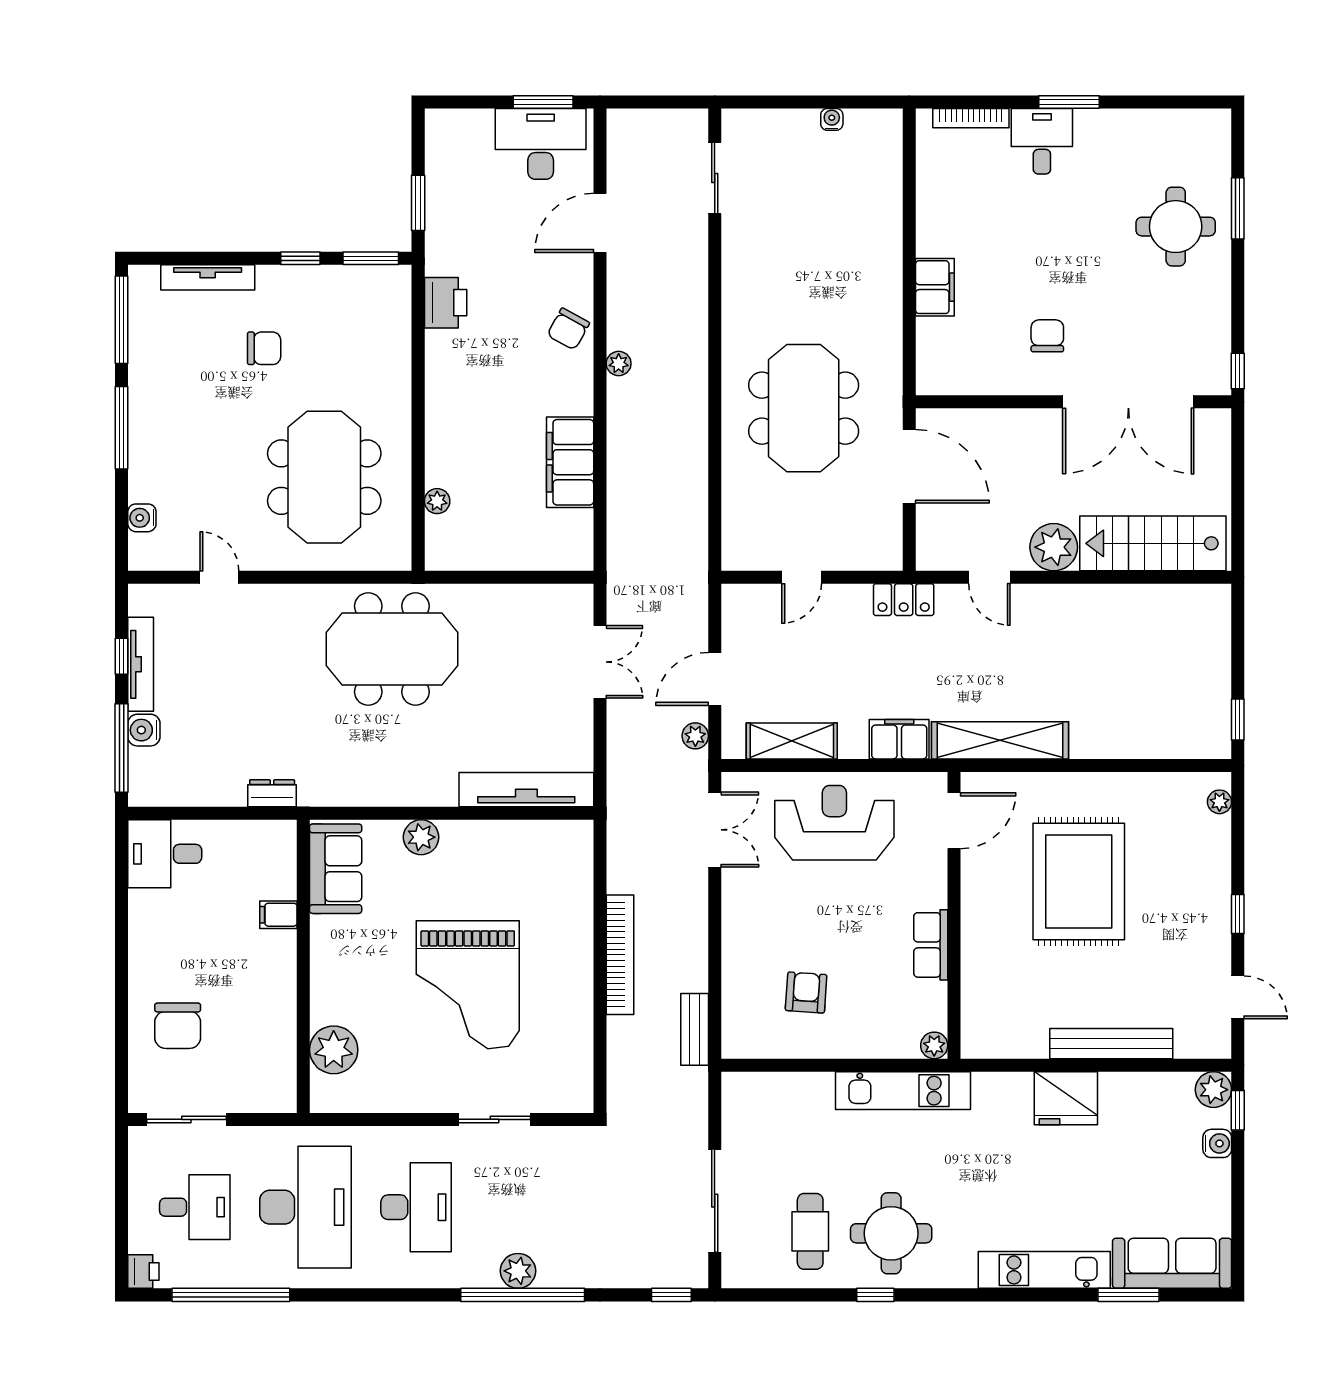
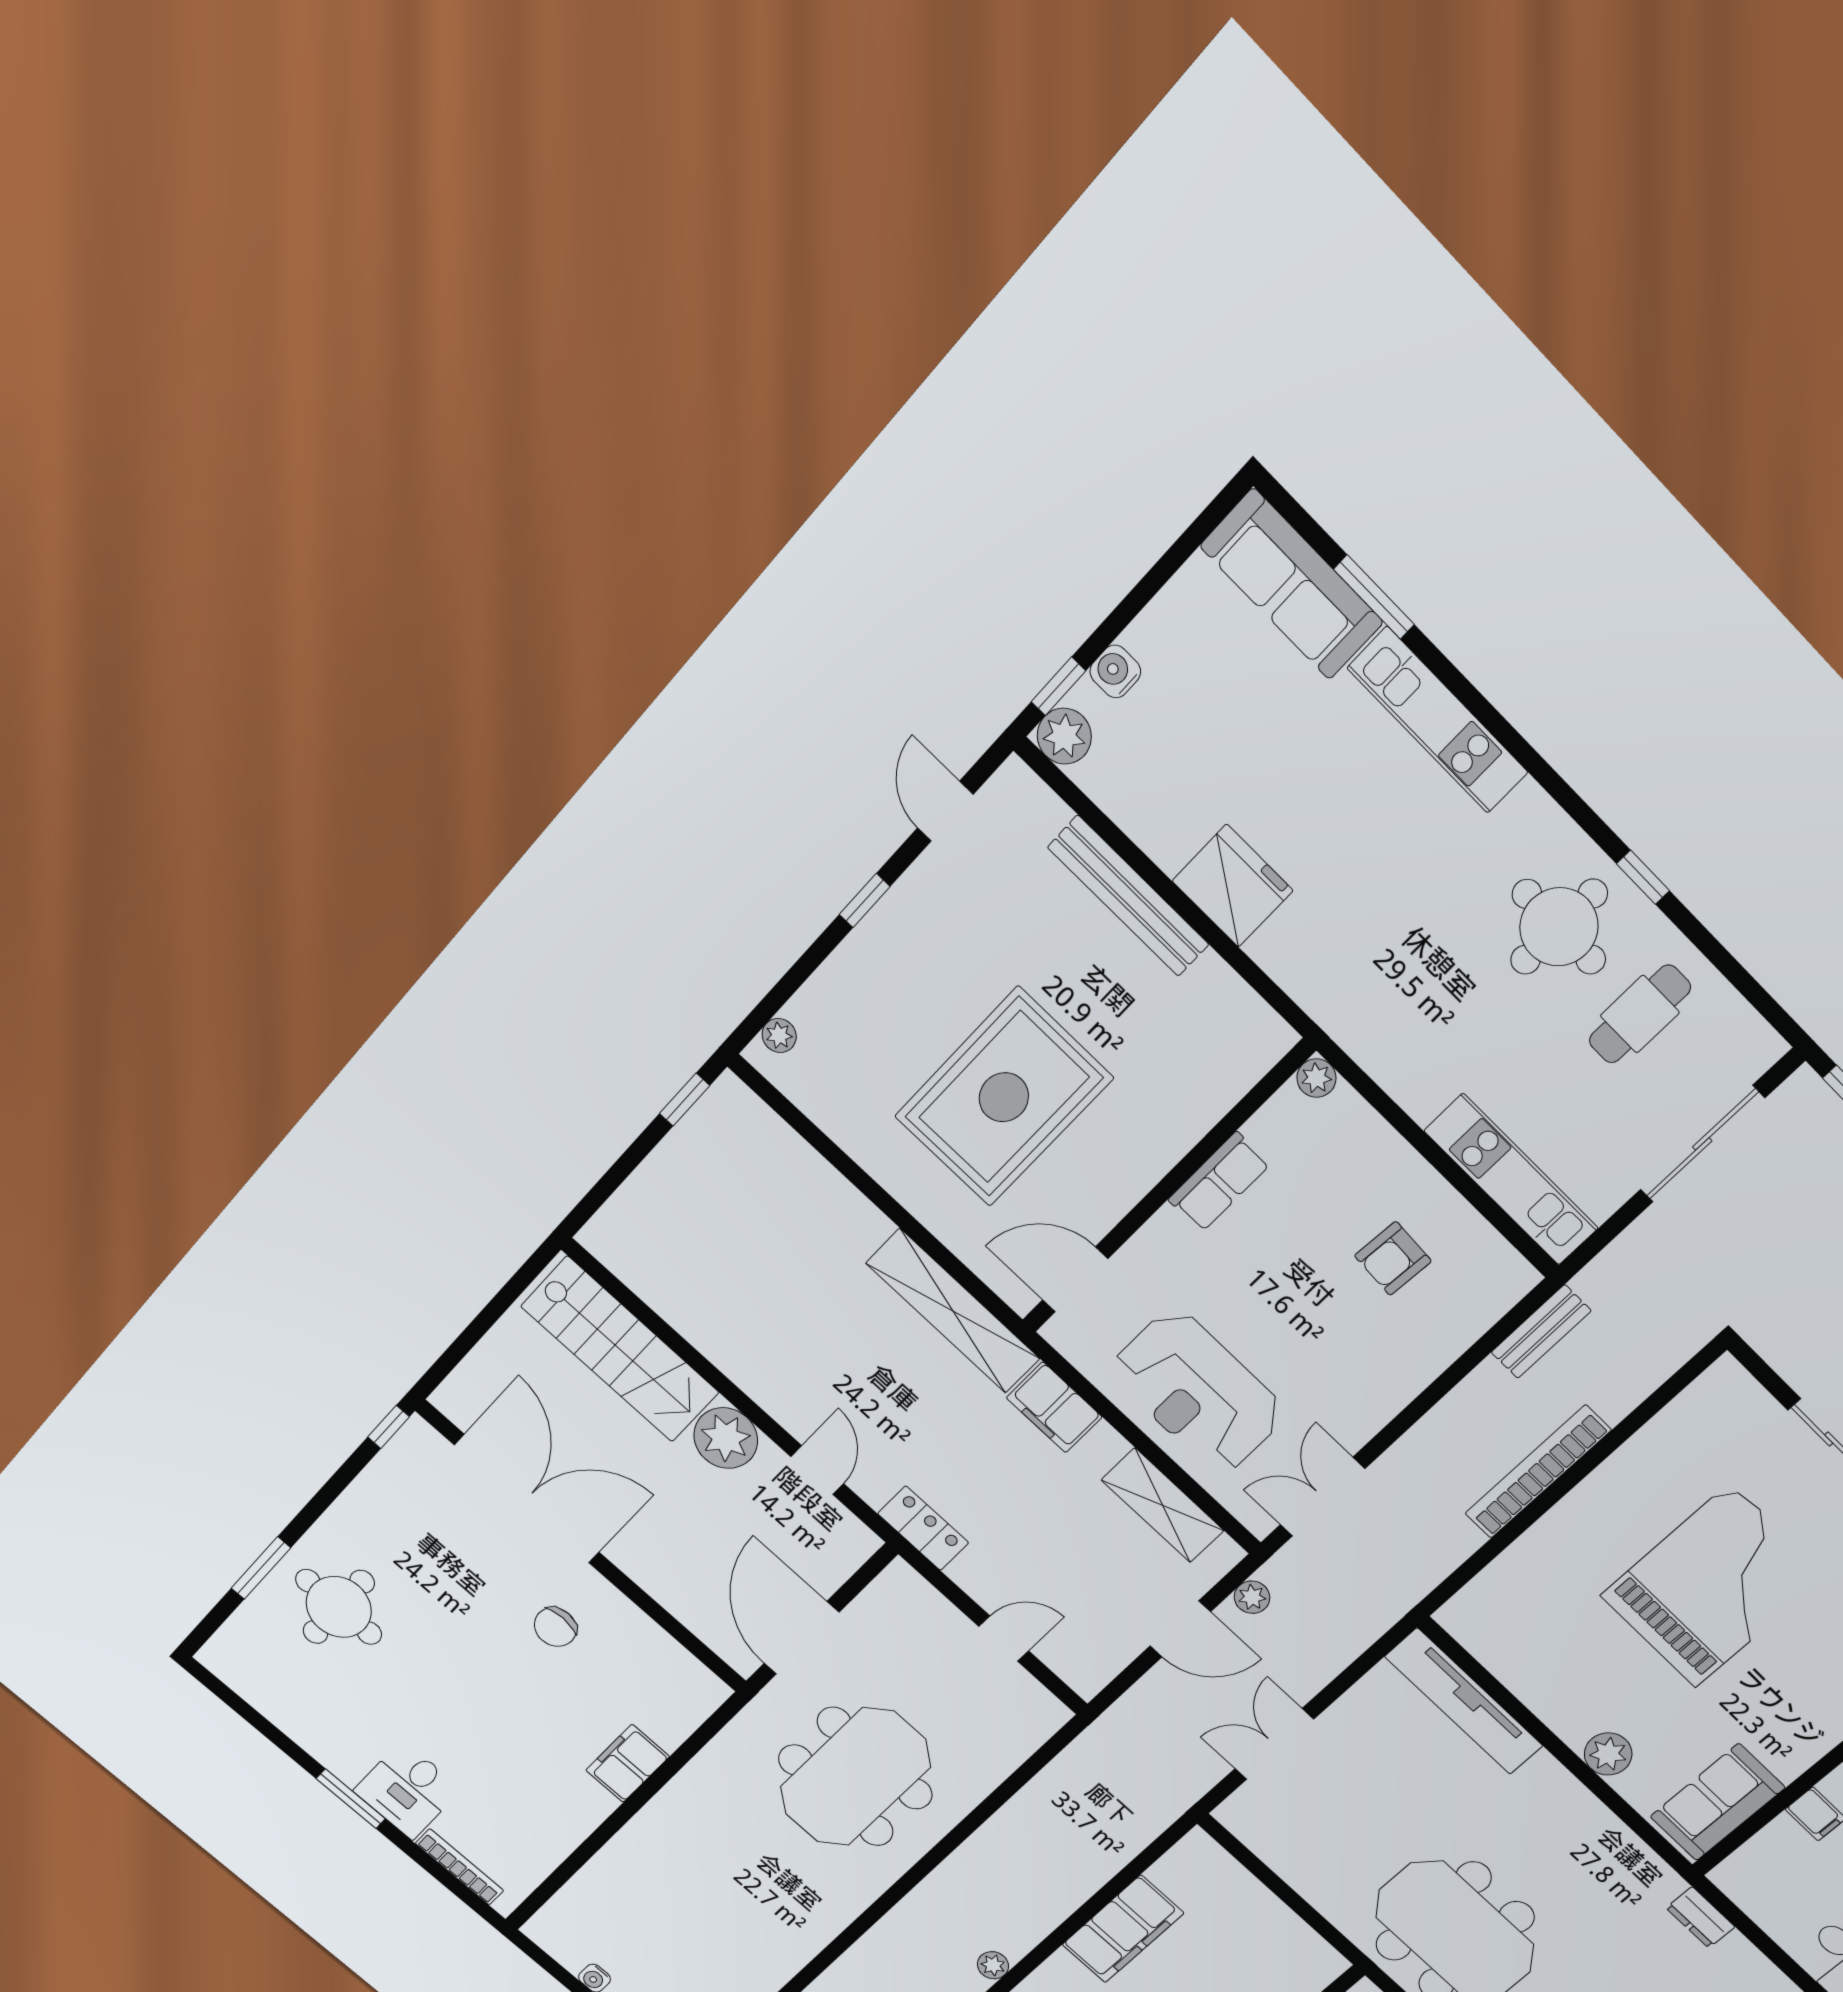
kitchen unit: (903, 1091) -> (1511, 1180), moved

